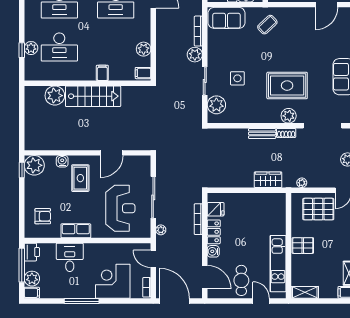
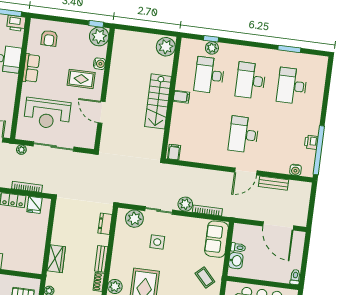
plant: (144, 49) -> (197, 156), removed
filing cabinet: (102, 73) -> (181, 97), moved
plant: (55, 96) -> (166, 47), moved
dresser: (226, 134) -> (105, 224), added

